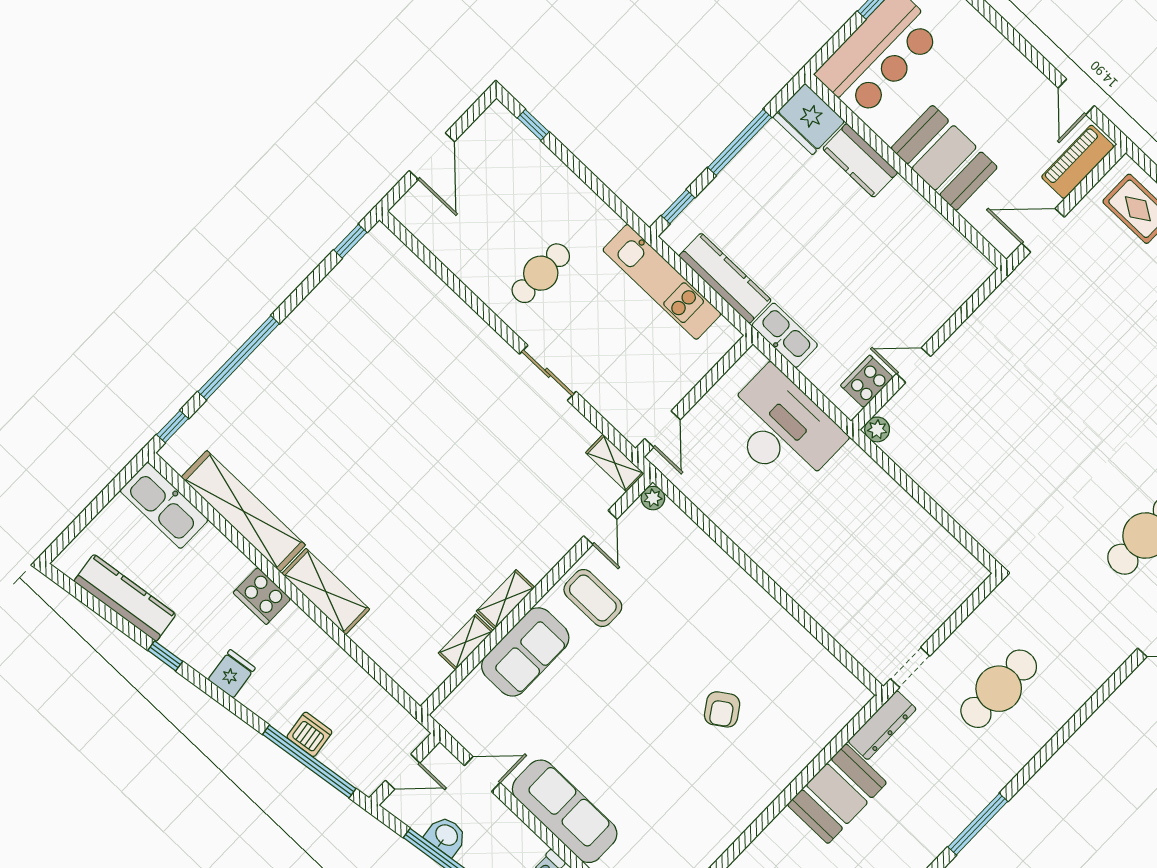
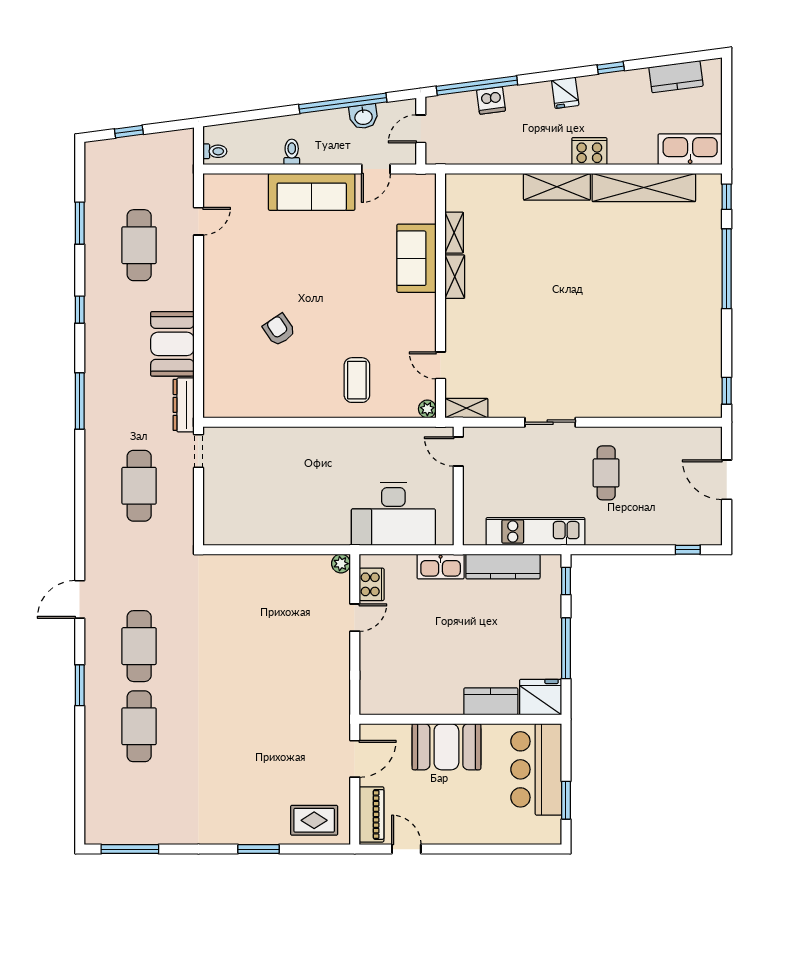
kitchen counter: (125, 598) -> (676, 77), width x0.67
coffee table: (593, 598) -> (357, 380), moved, turned 90

